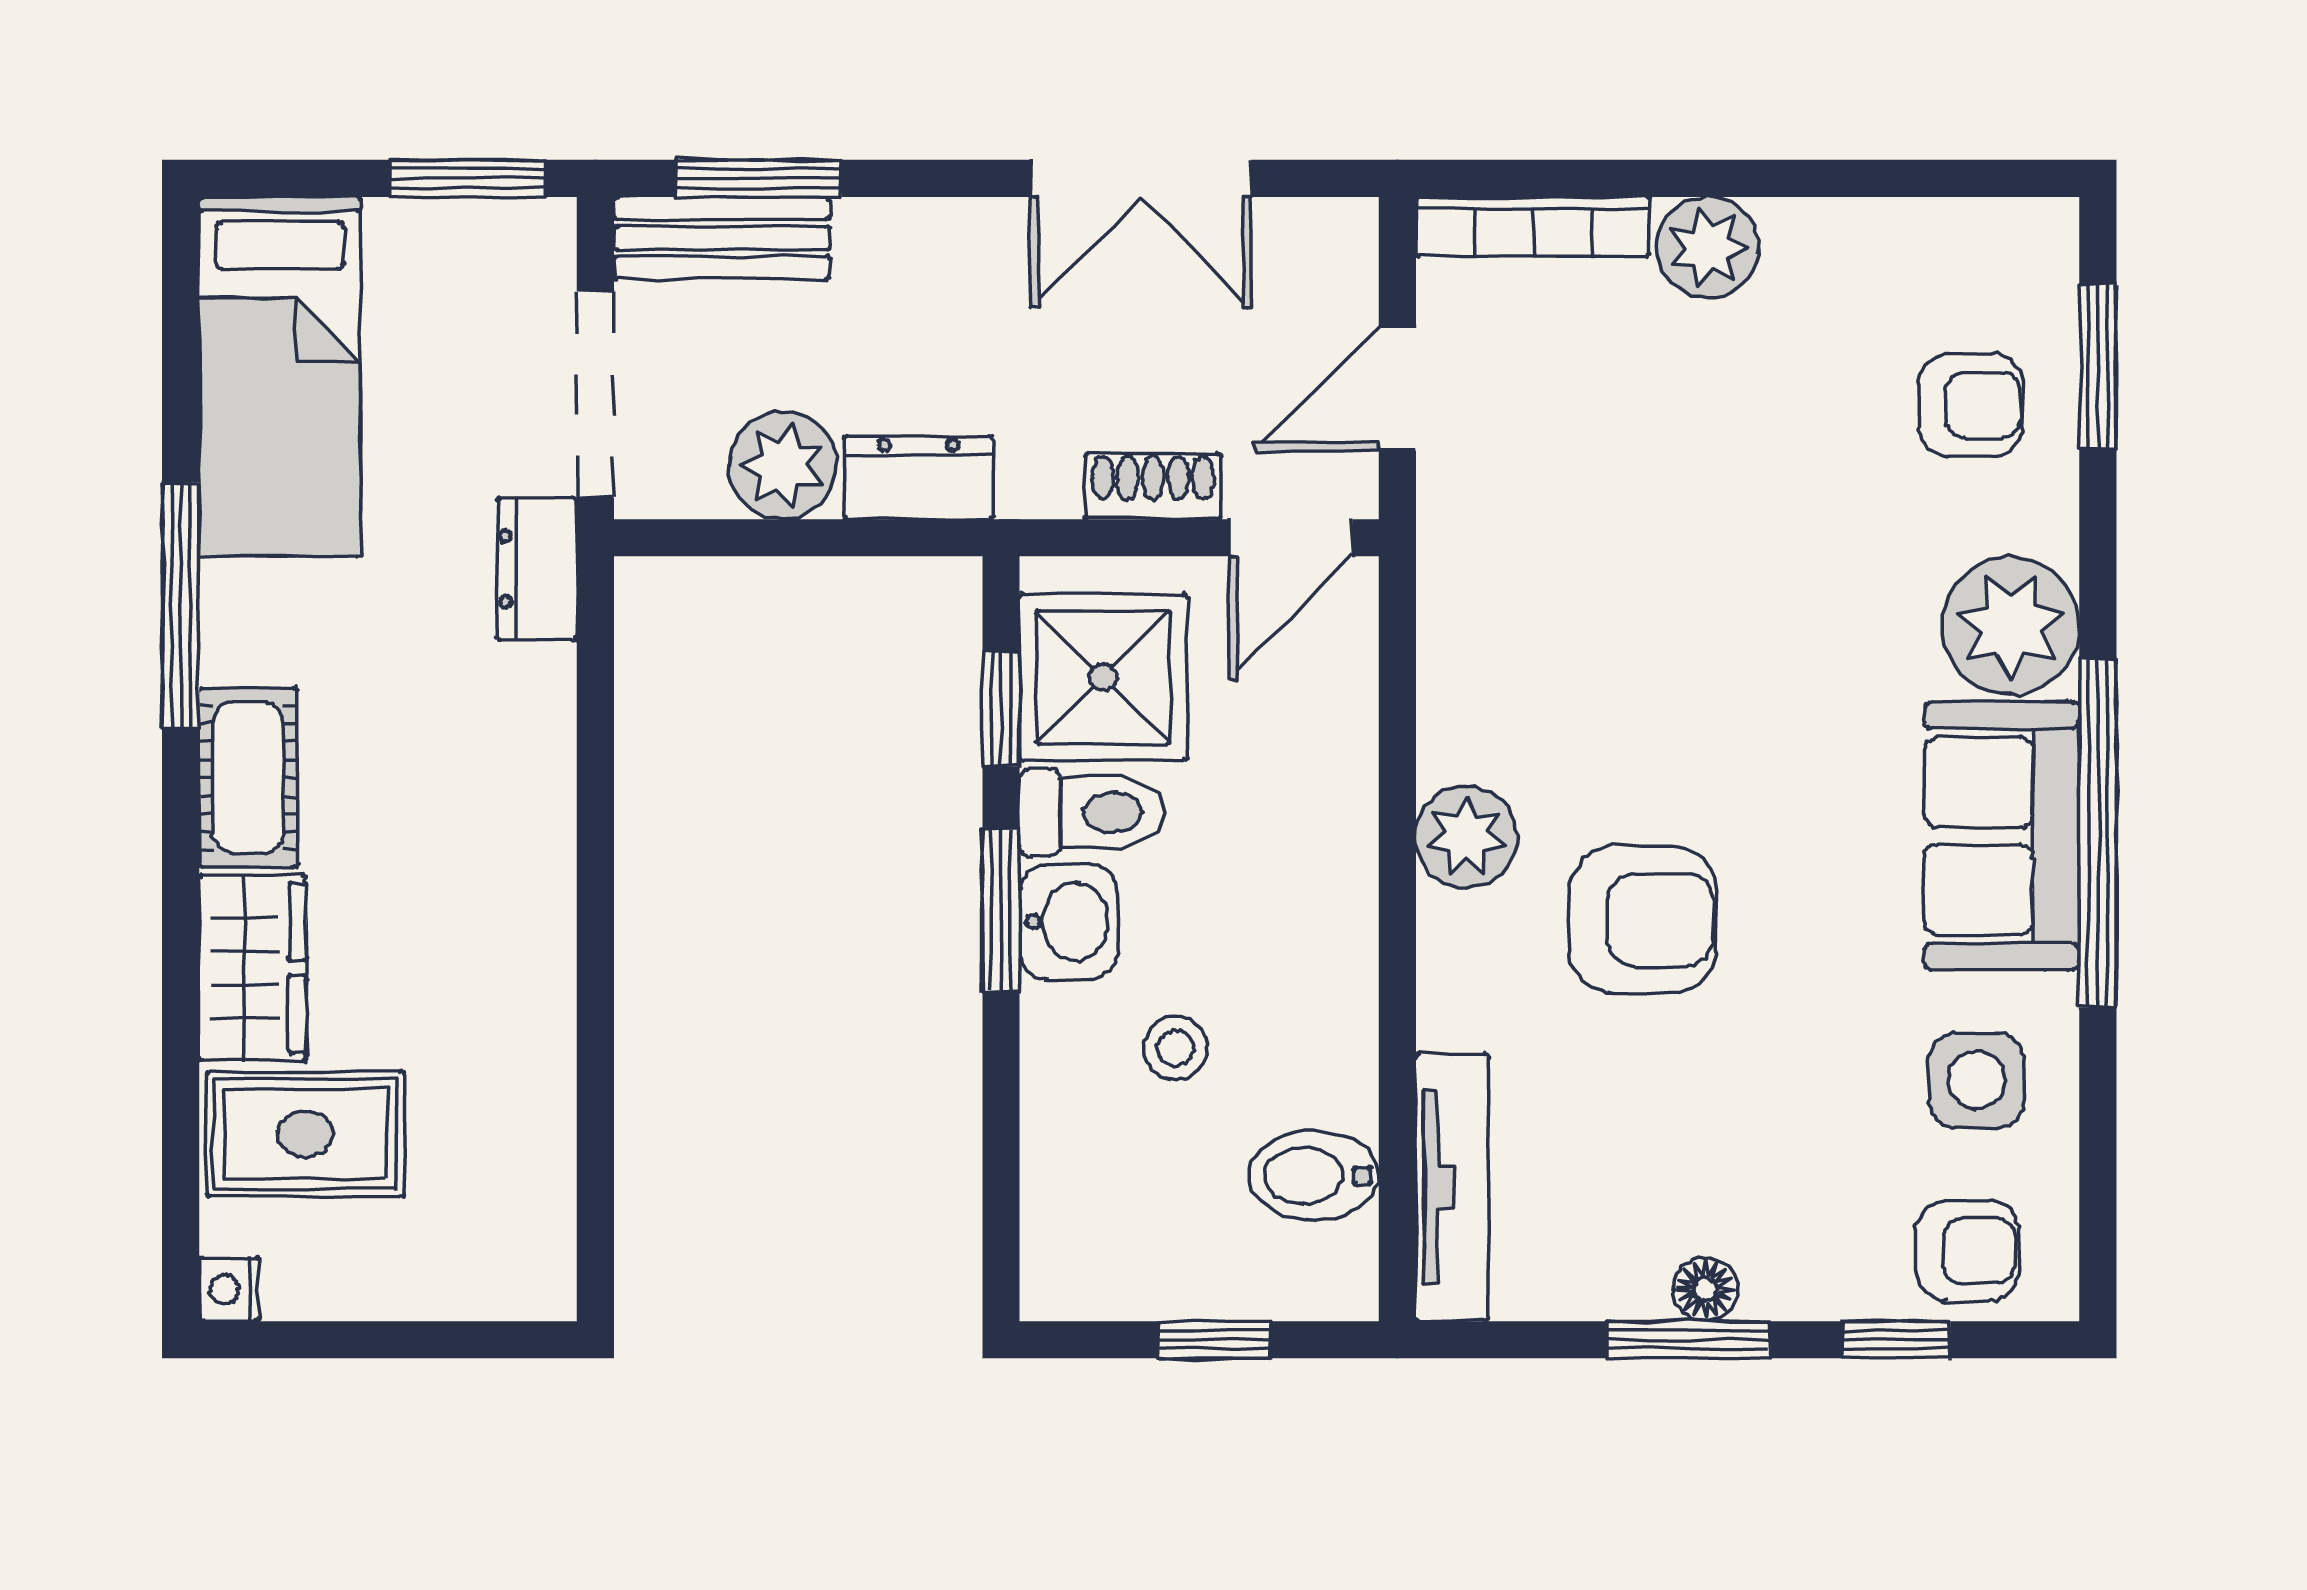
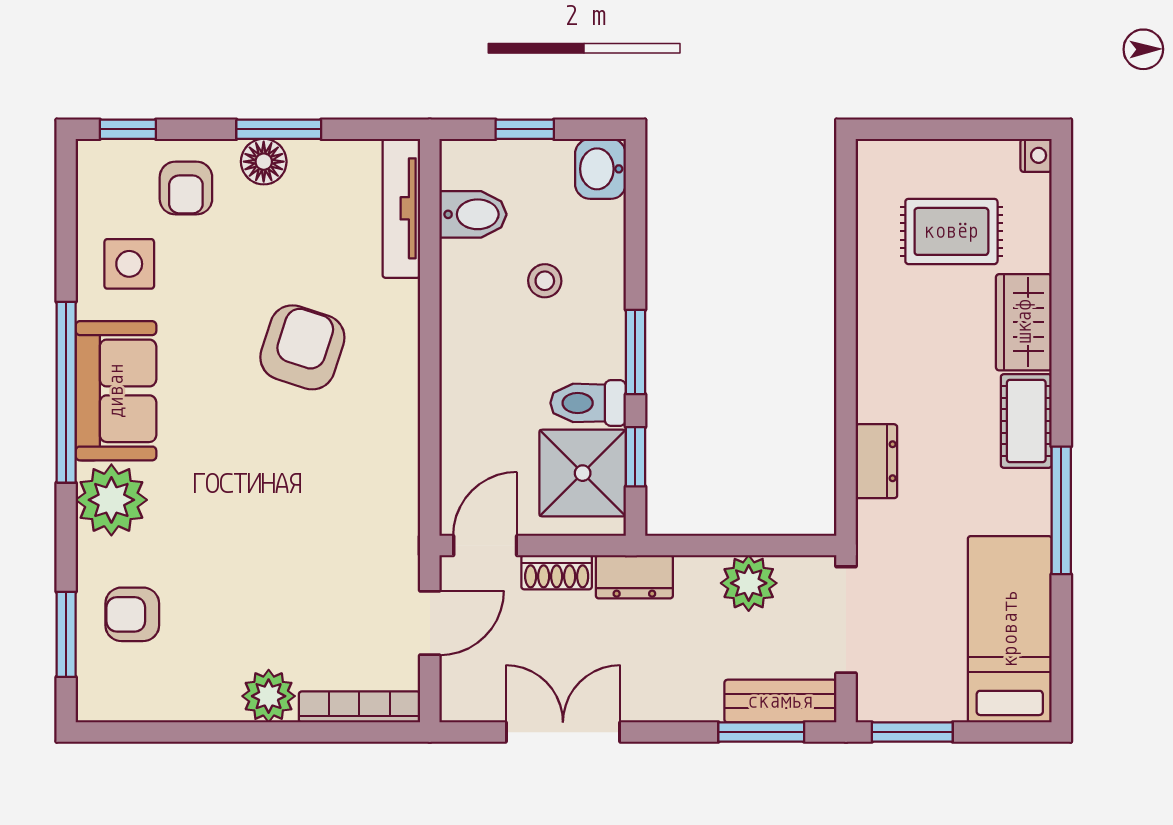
dresser: (918, 478) -> (634, 577), moved
dresser: (537, 569) -> (876, 461), moved
plant: (1466, 837) -> (394, 390), removed
armchair: (1643, 920) -> (302, 347), turned 108
washbasin: (1068, 922) -> (600, 169), moved
rug: (305, 1134) -> (951, 231), moved
armchair: (1967, 1251) -> (186, 188), moved, turned -90
floor lamp: (1705, 1289) -> (264, 162), width x1.37, depth x1.37
window: (1896, 1340) -> (128, 129), moved

